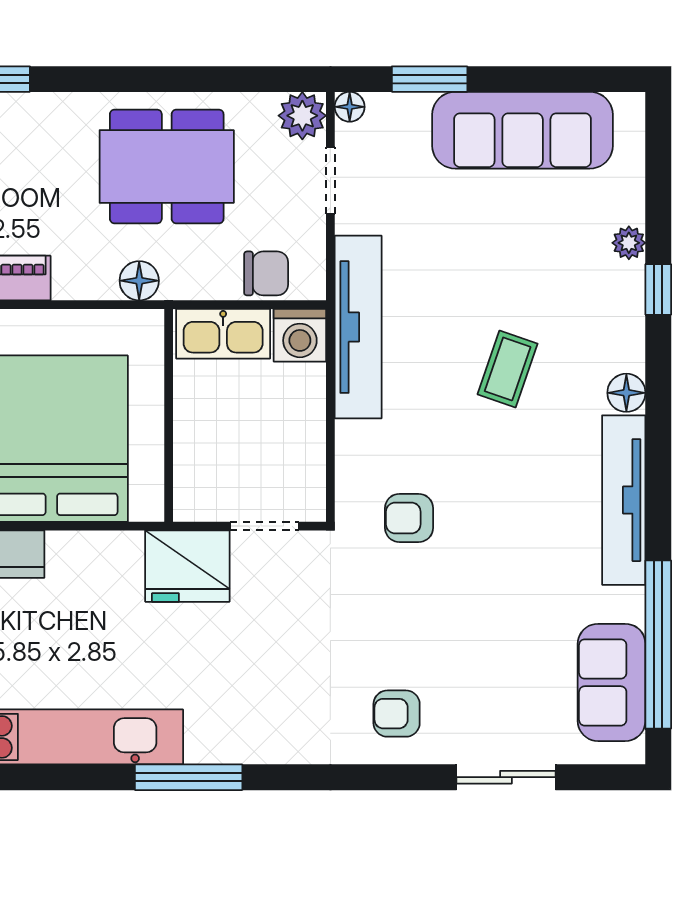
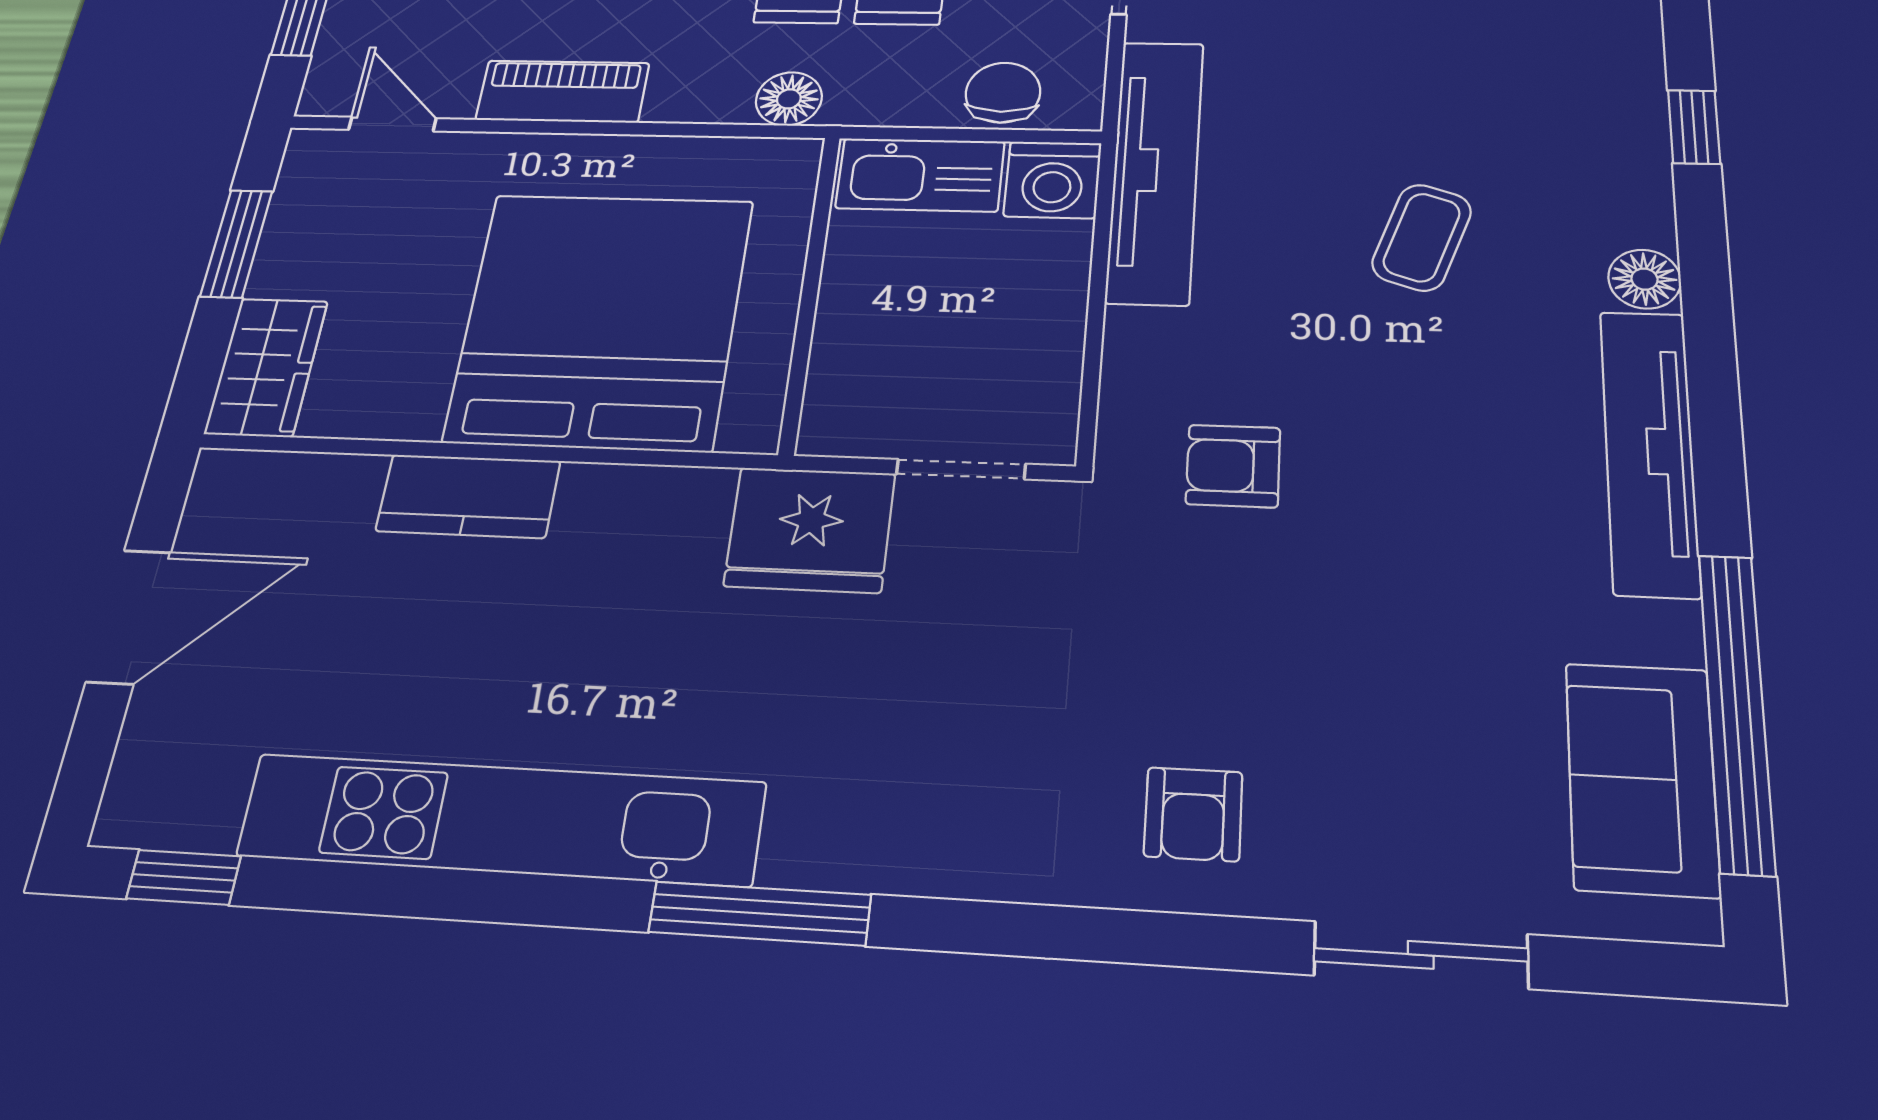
plant: (629, 243) -> (1636, 60), removed
chair: (266, 273) -> (1003, 93), turned -90
armchair: (397, 714) -> (1193, 814), turned -90

